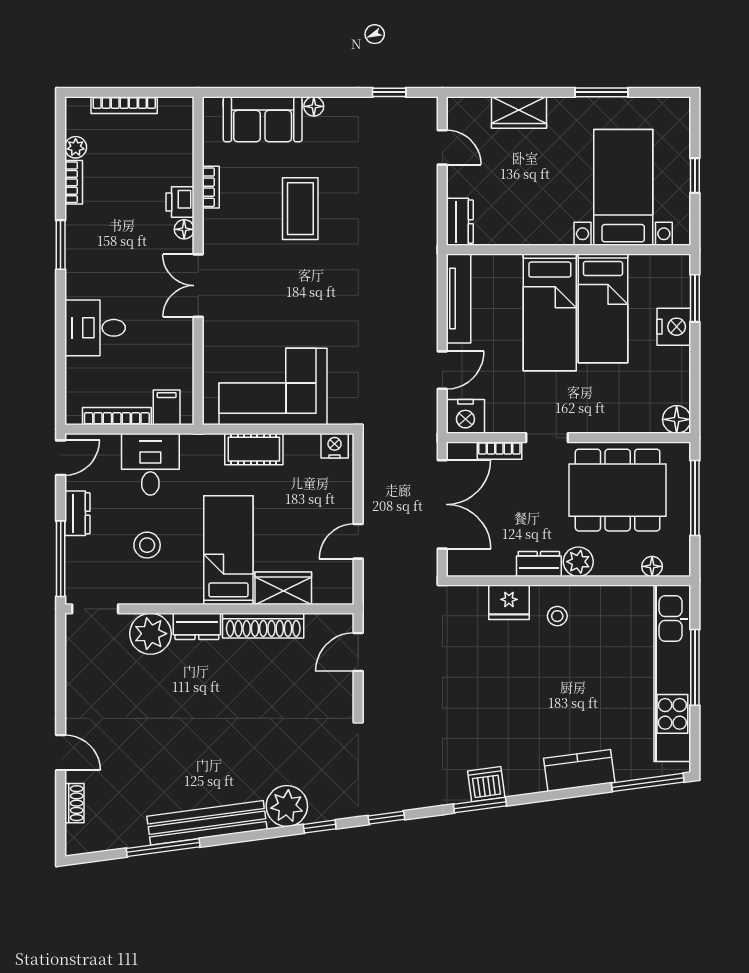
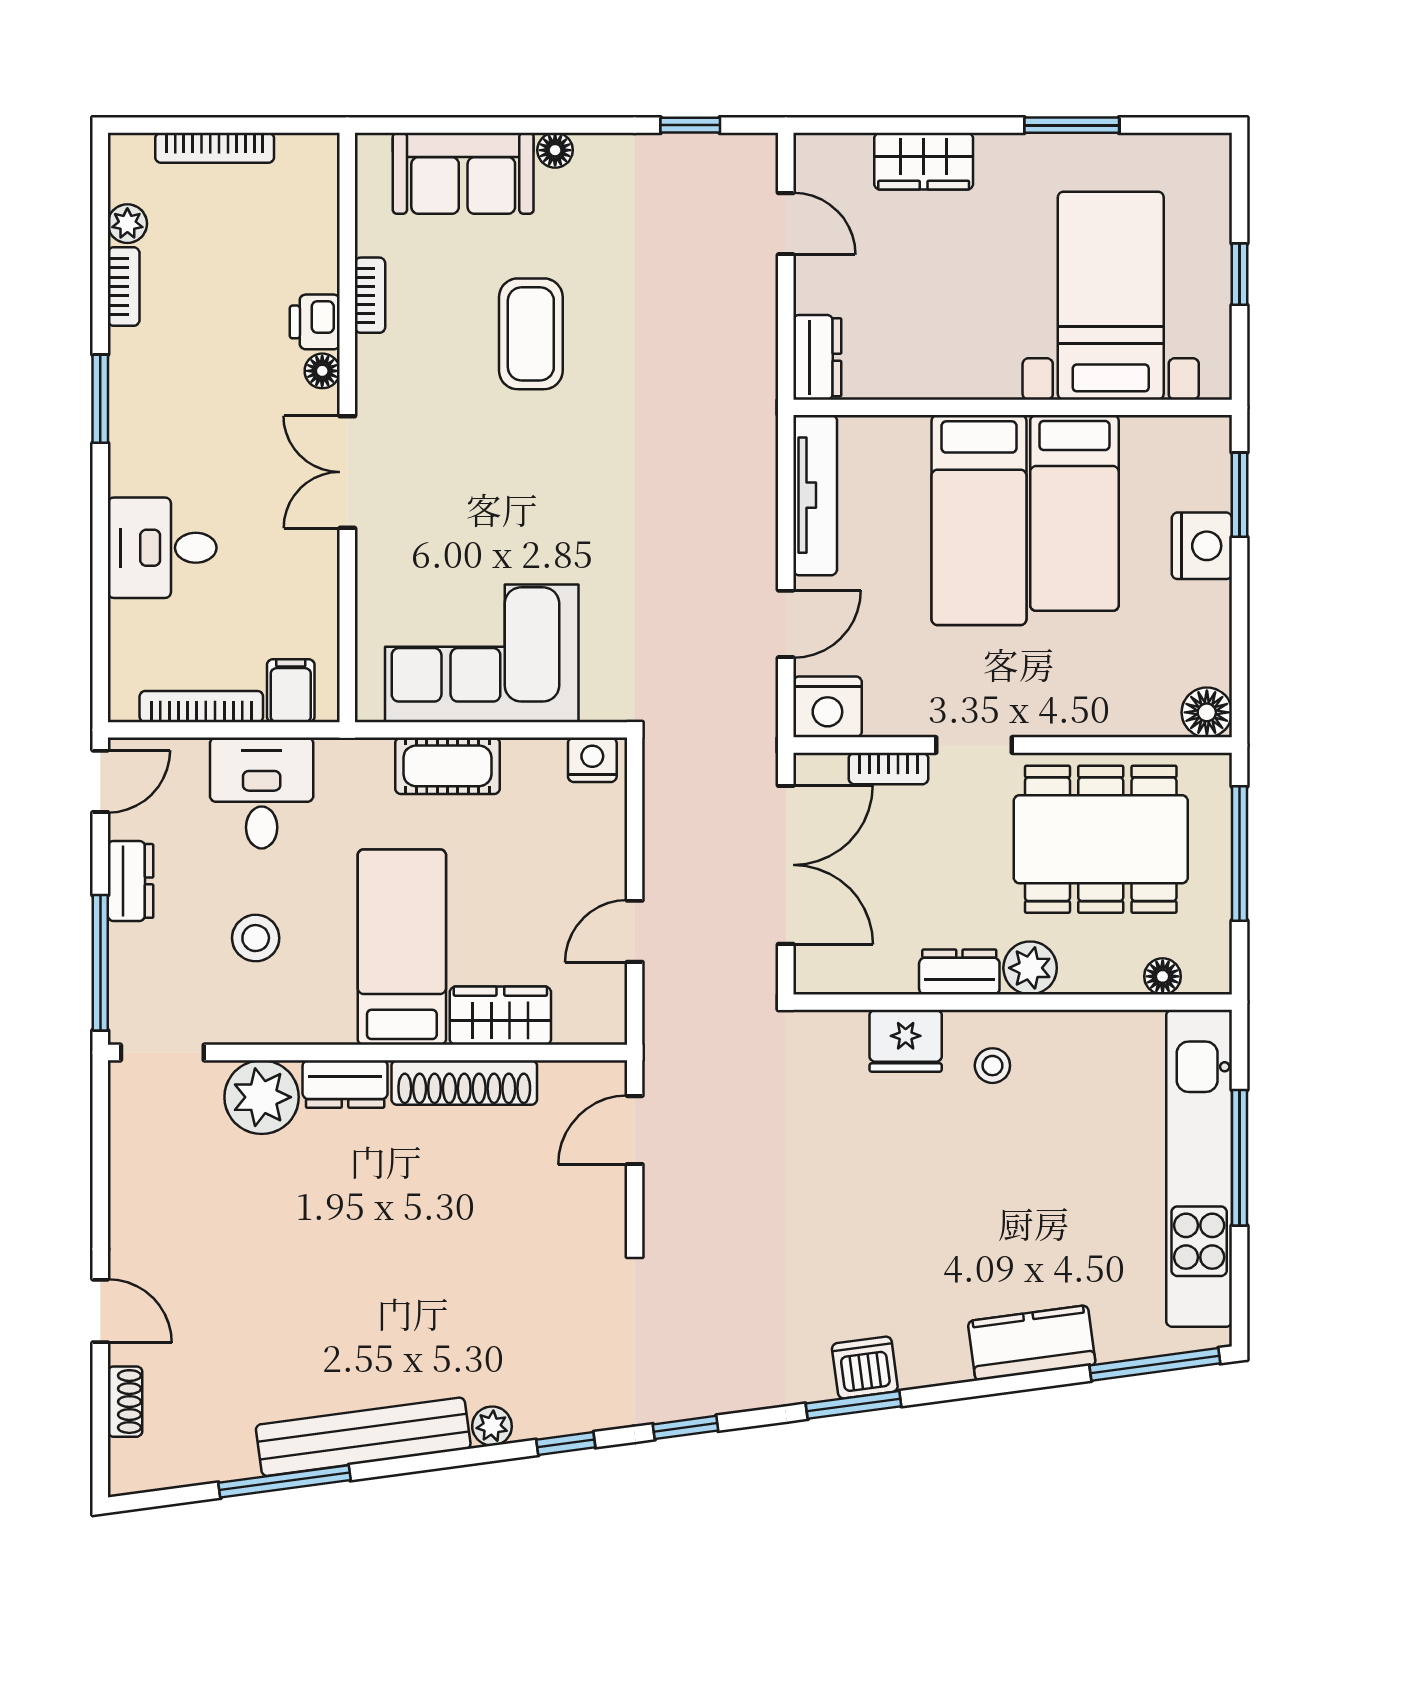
plant: (287, 806) -> (492, 1426), width x0.53, depth x0.53

